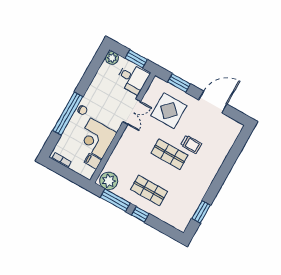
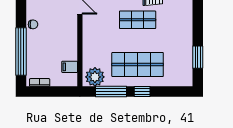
window: (68, 114) -> (21, 51), moved
corner desk: (96, 138) -> (61, 44), removed
shop shelf: (149, 190) -> (138, 65), width x1.43, depth x1.36

